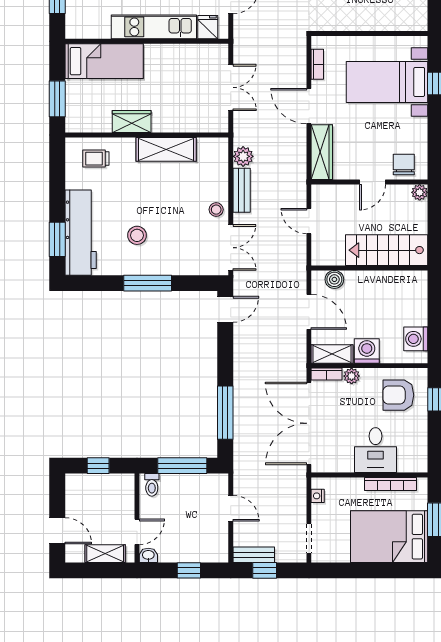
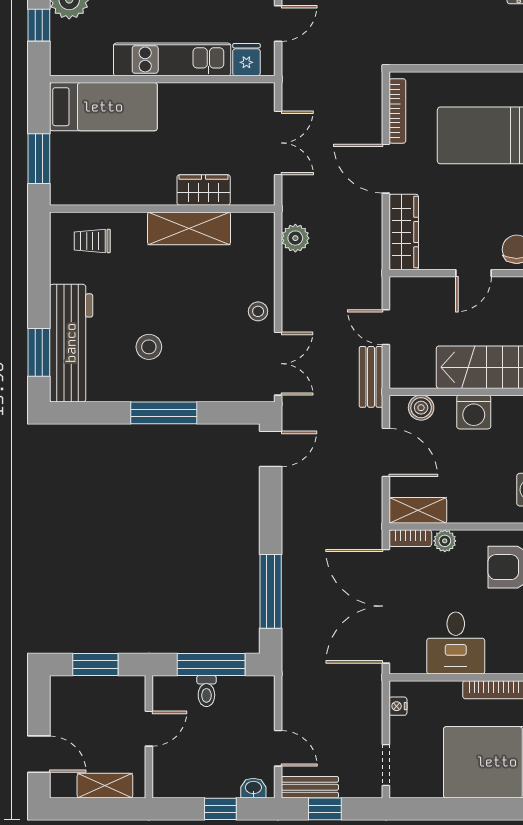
bookcase: (317, 64) -> (397, 111), width x1.56
wardrobe: (132, 122) -> (204, 190), moved
bench: (242, 190) -> (371, 377), moved
washing machine: (367, 351) -> (474, 412), moved, turned 180
desk: (376, 450) -> (456, 643), moved
window: (98, 466) -> (95, 664), width x1.50
toilet: (152, 485) -> (206, 691), moved
door: (231, 508) -> (278, 748), moved
door: (137, 532) -> (149, 729), moved
washbasin: (148, 555) -> (253, 788), moved

